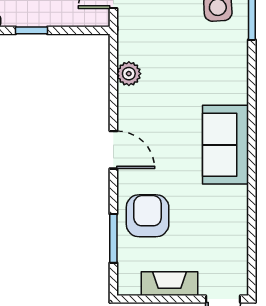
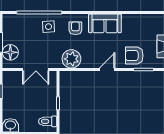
armchair: (214, 73) -> (75, 28), added
plant: (129, 74) -> (71, 59), width x1.88, depth x1.88

